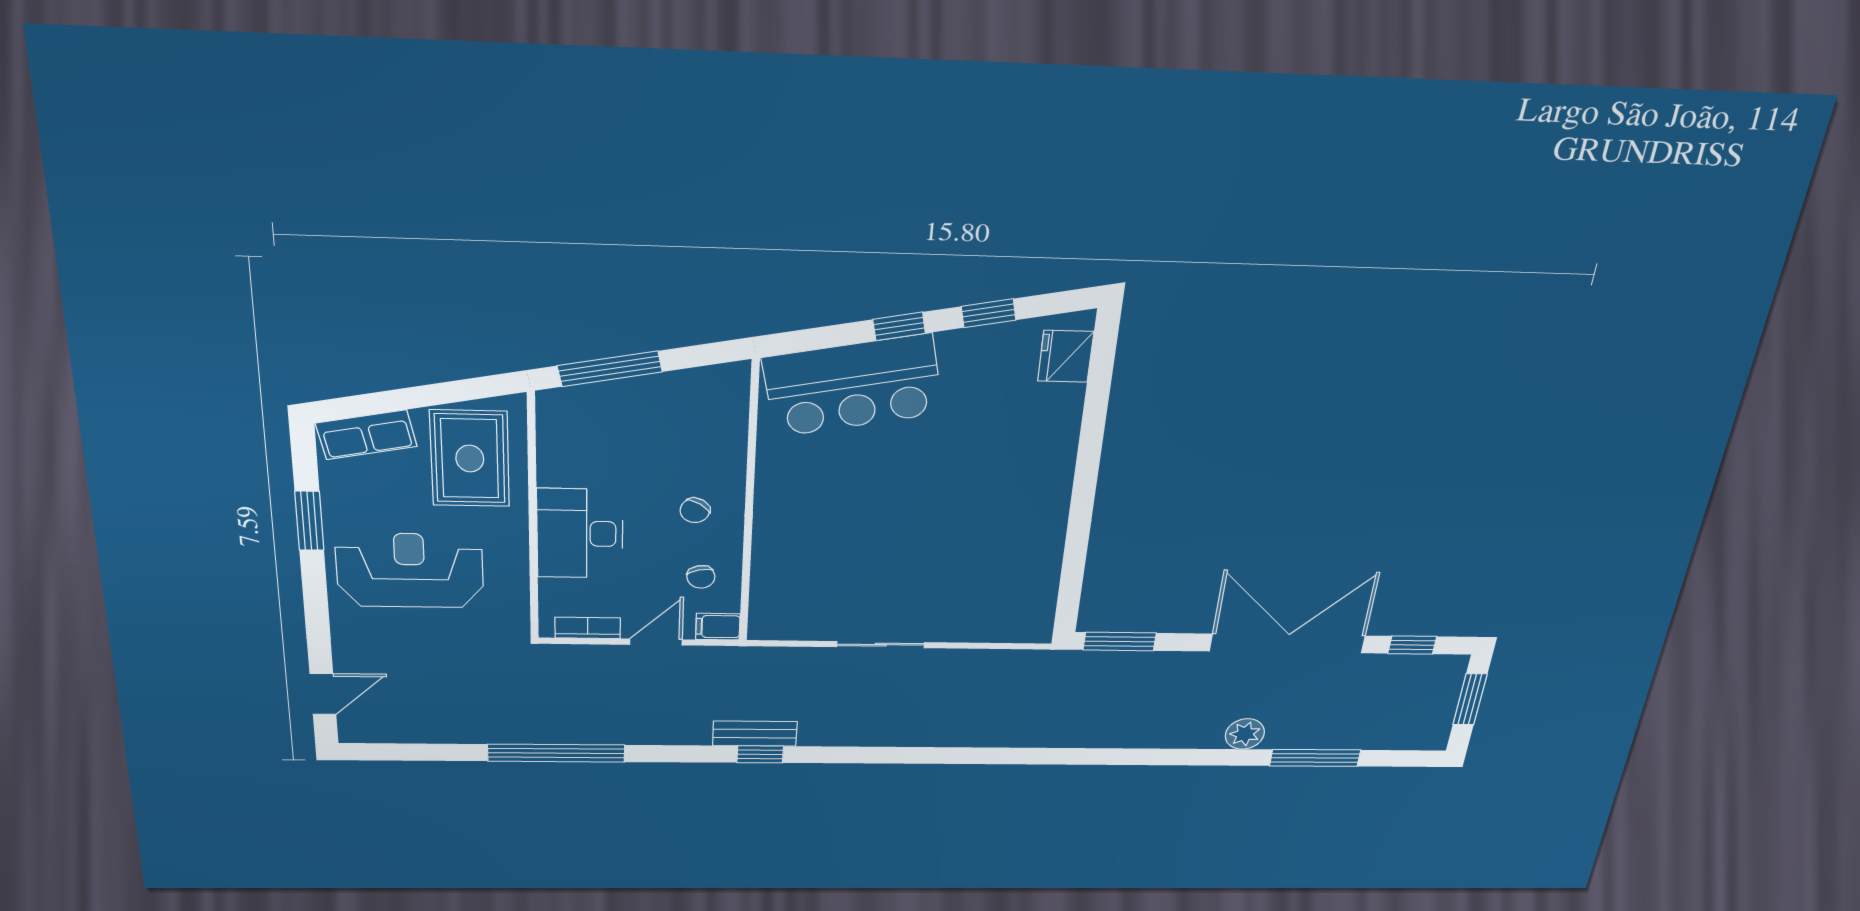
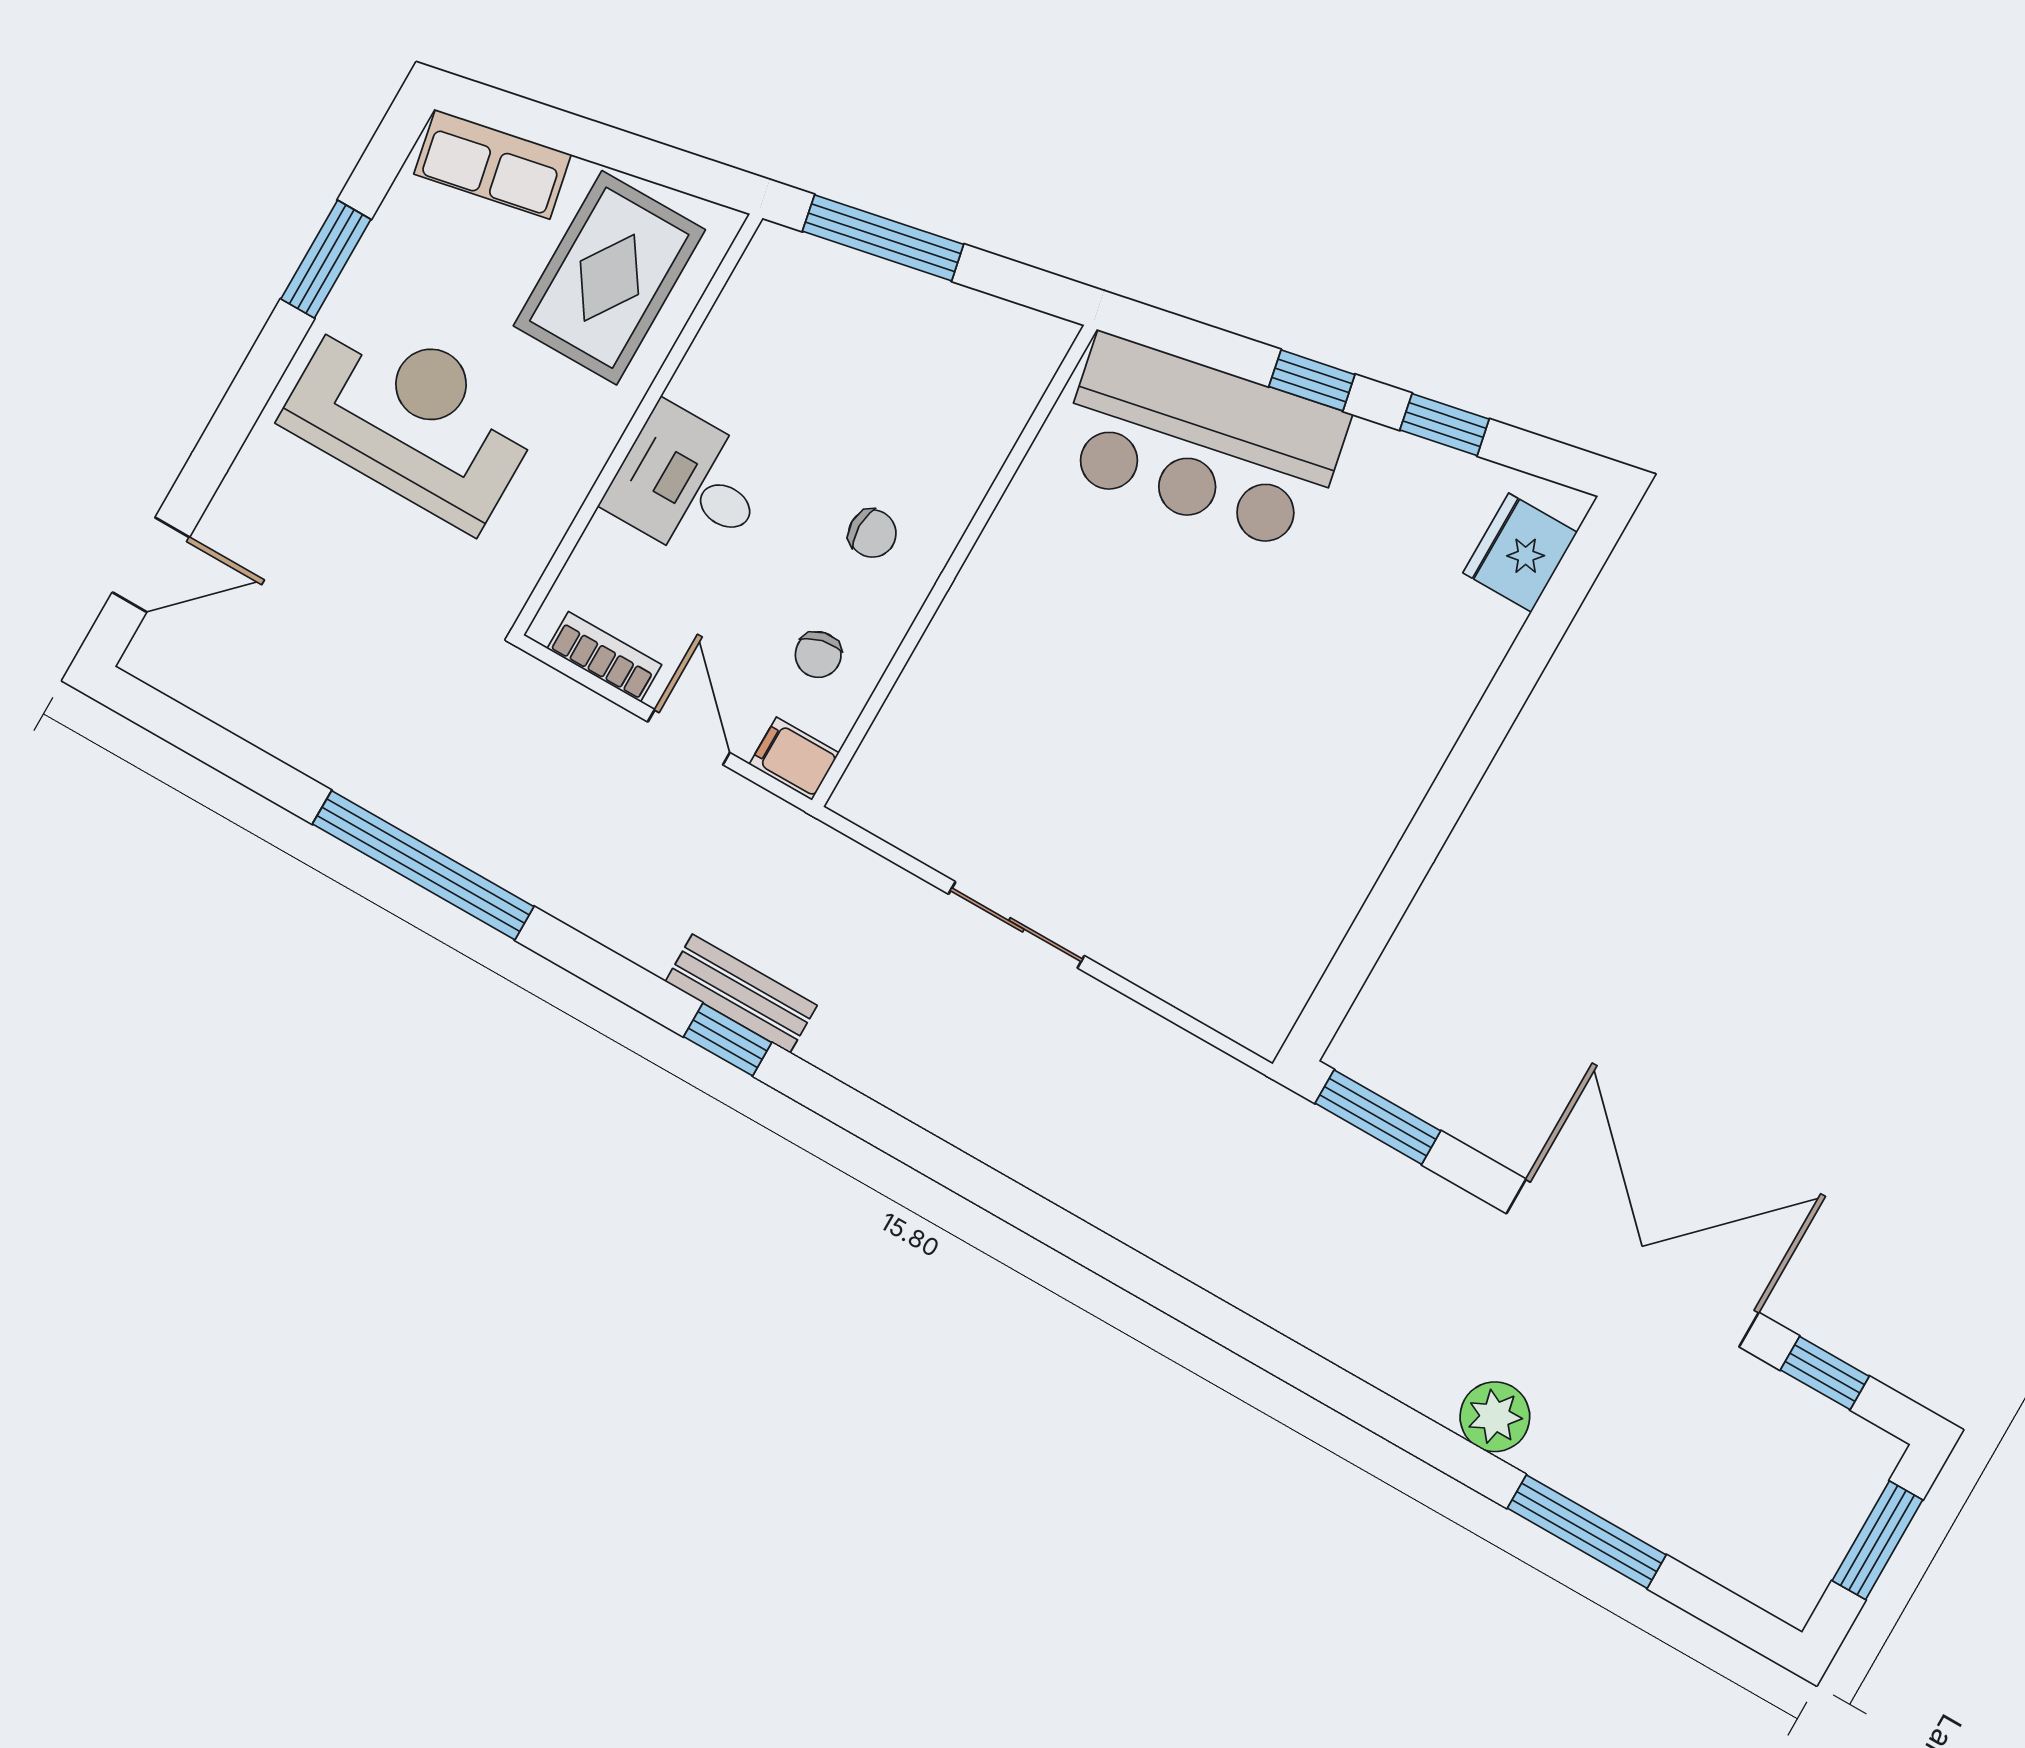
chair: (695, 510) -> (872, 533), turned -124
desk: (580, 534) -> (688, 485), width x0.73
door: (656, 642) -> (689, 737), hinge flipped

